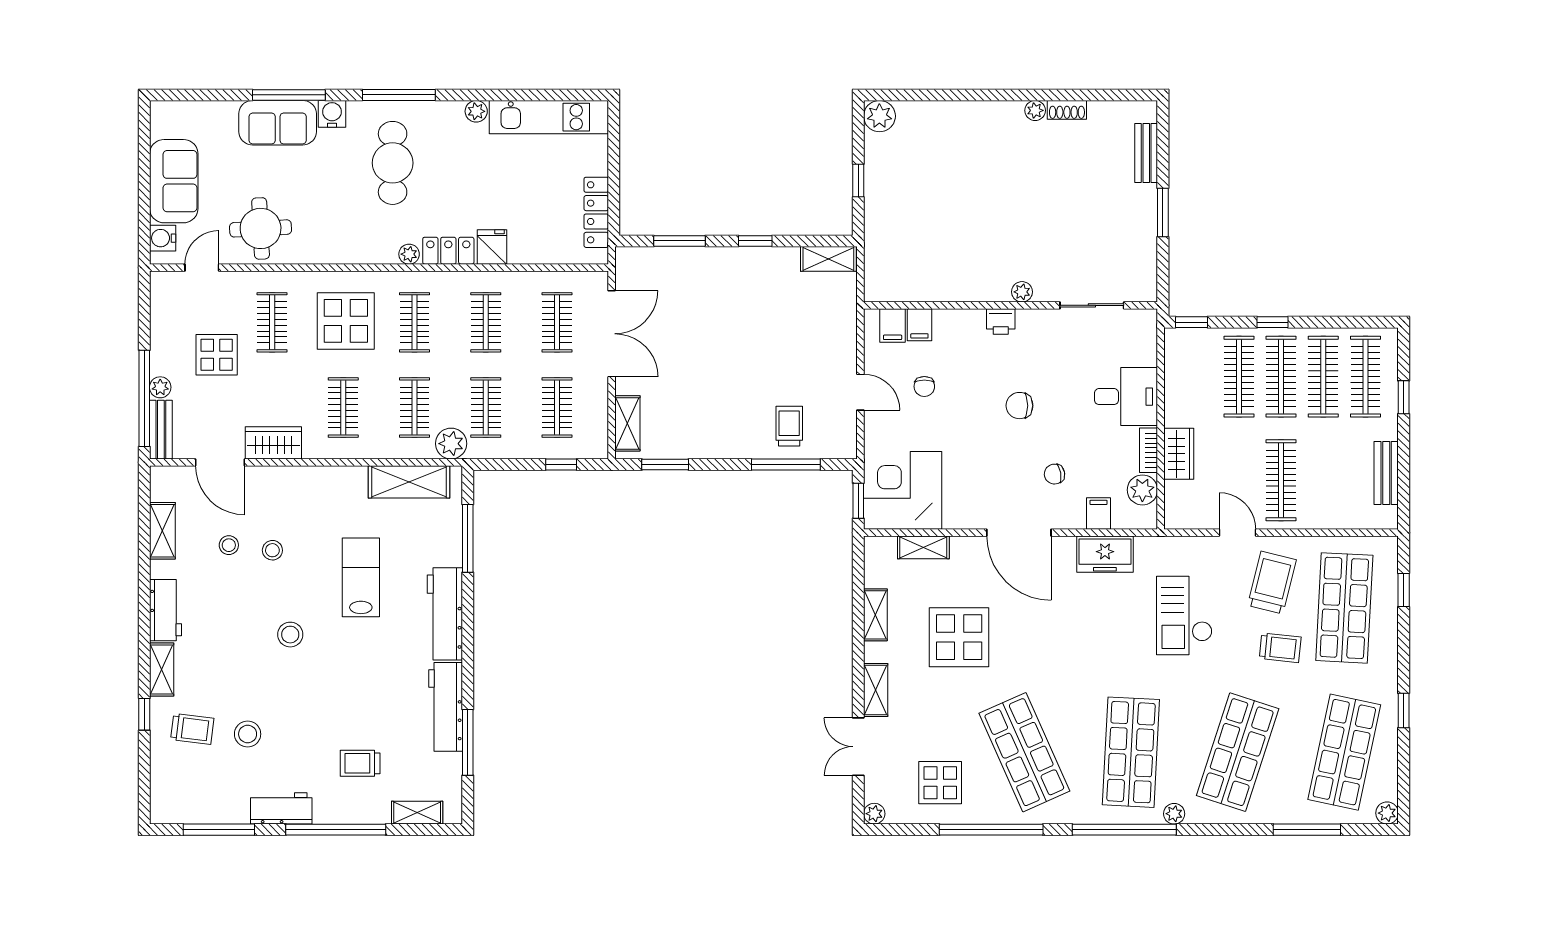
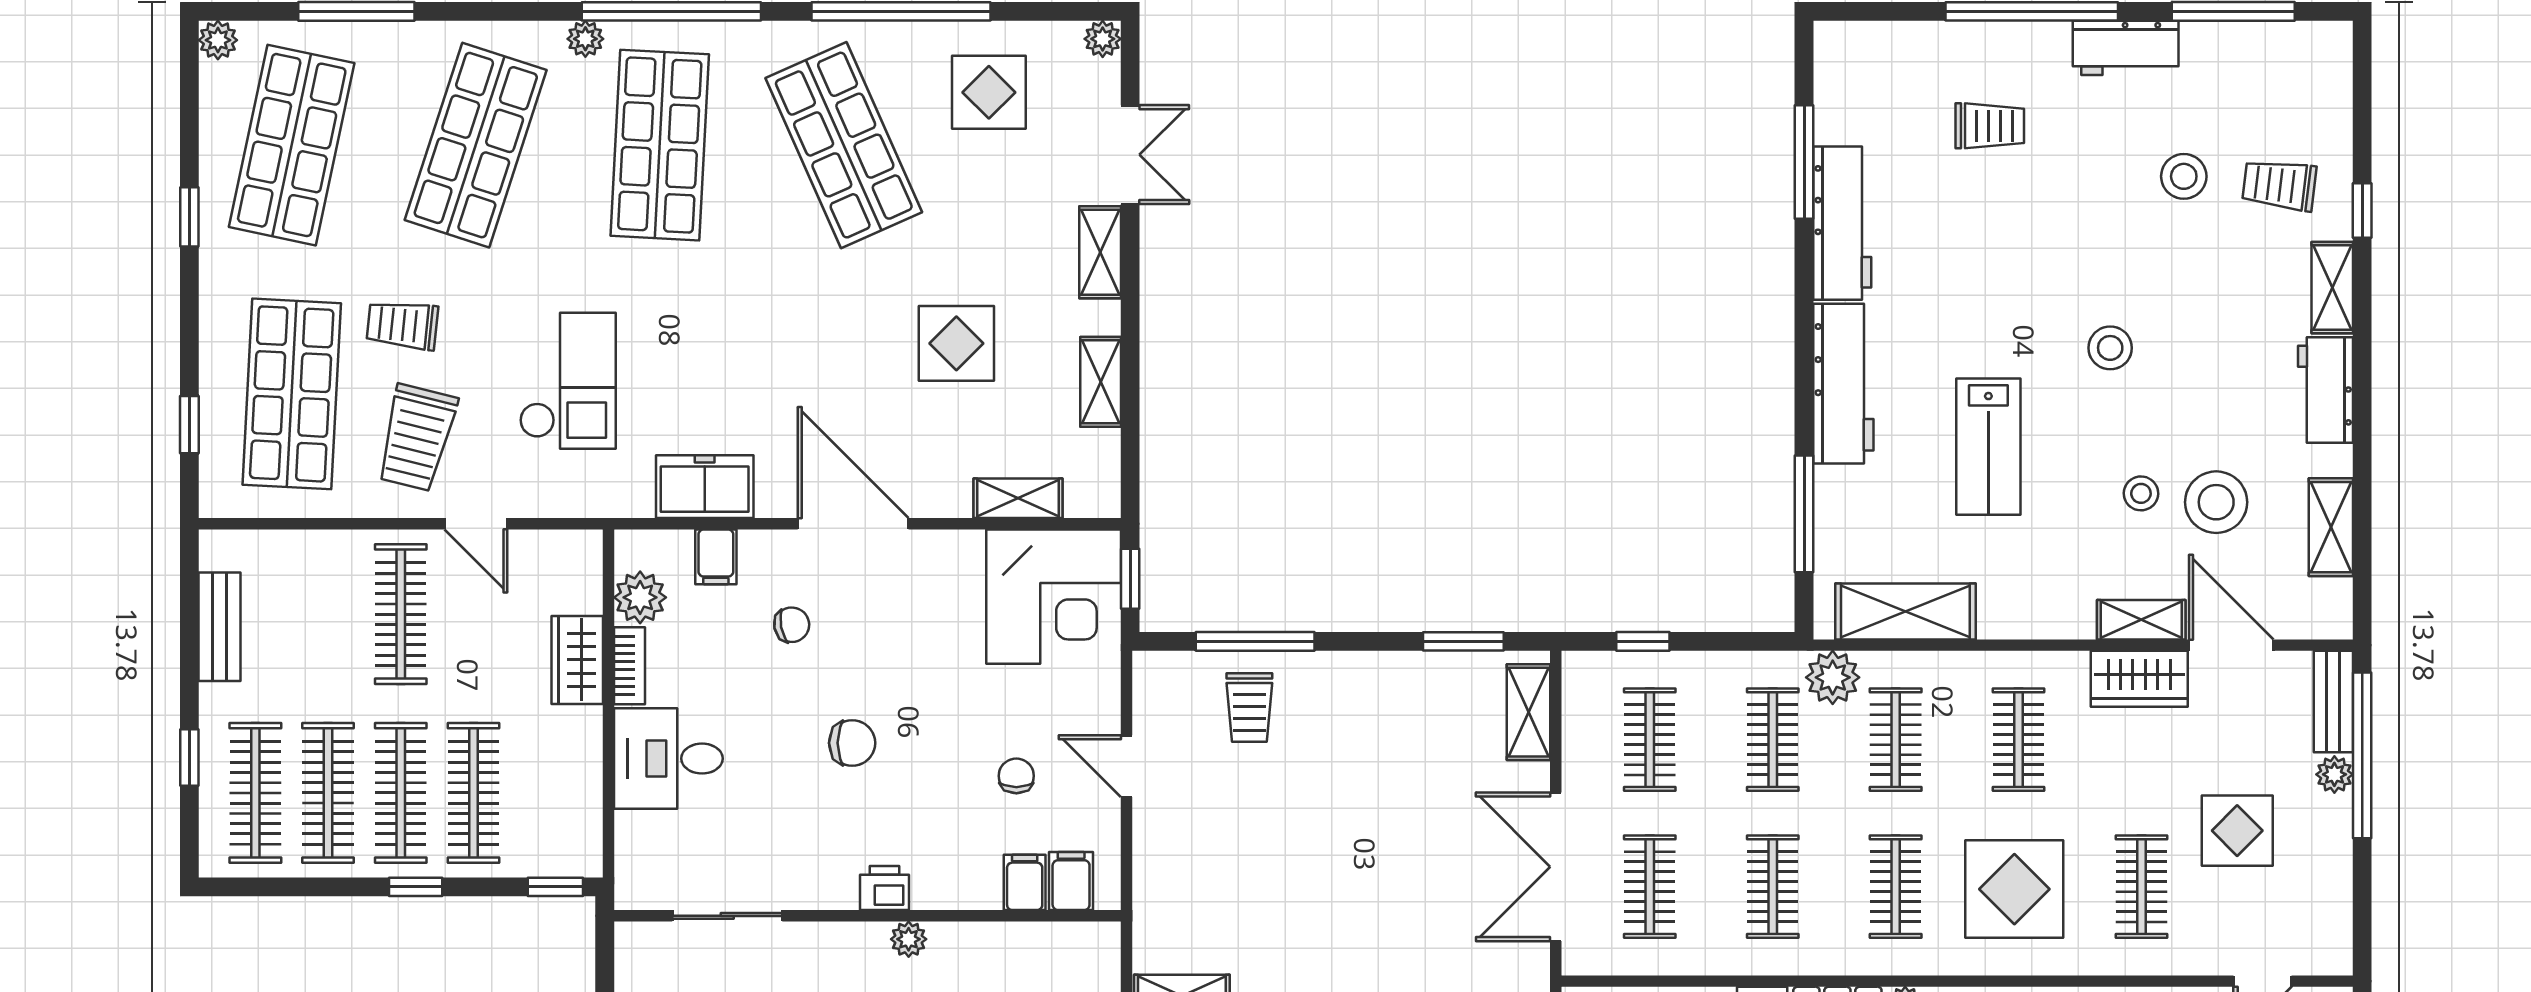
plant: (1022, 292) -> (909, 939), moved
stool: (229, 545) -> (2216, 502), width x1.89, depth x1.89
display table: (959, 637) -> (956, 343), width x0.73, depth x0.73
shelving: (417, 813) -> (2141, 620), moved

